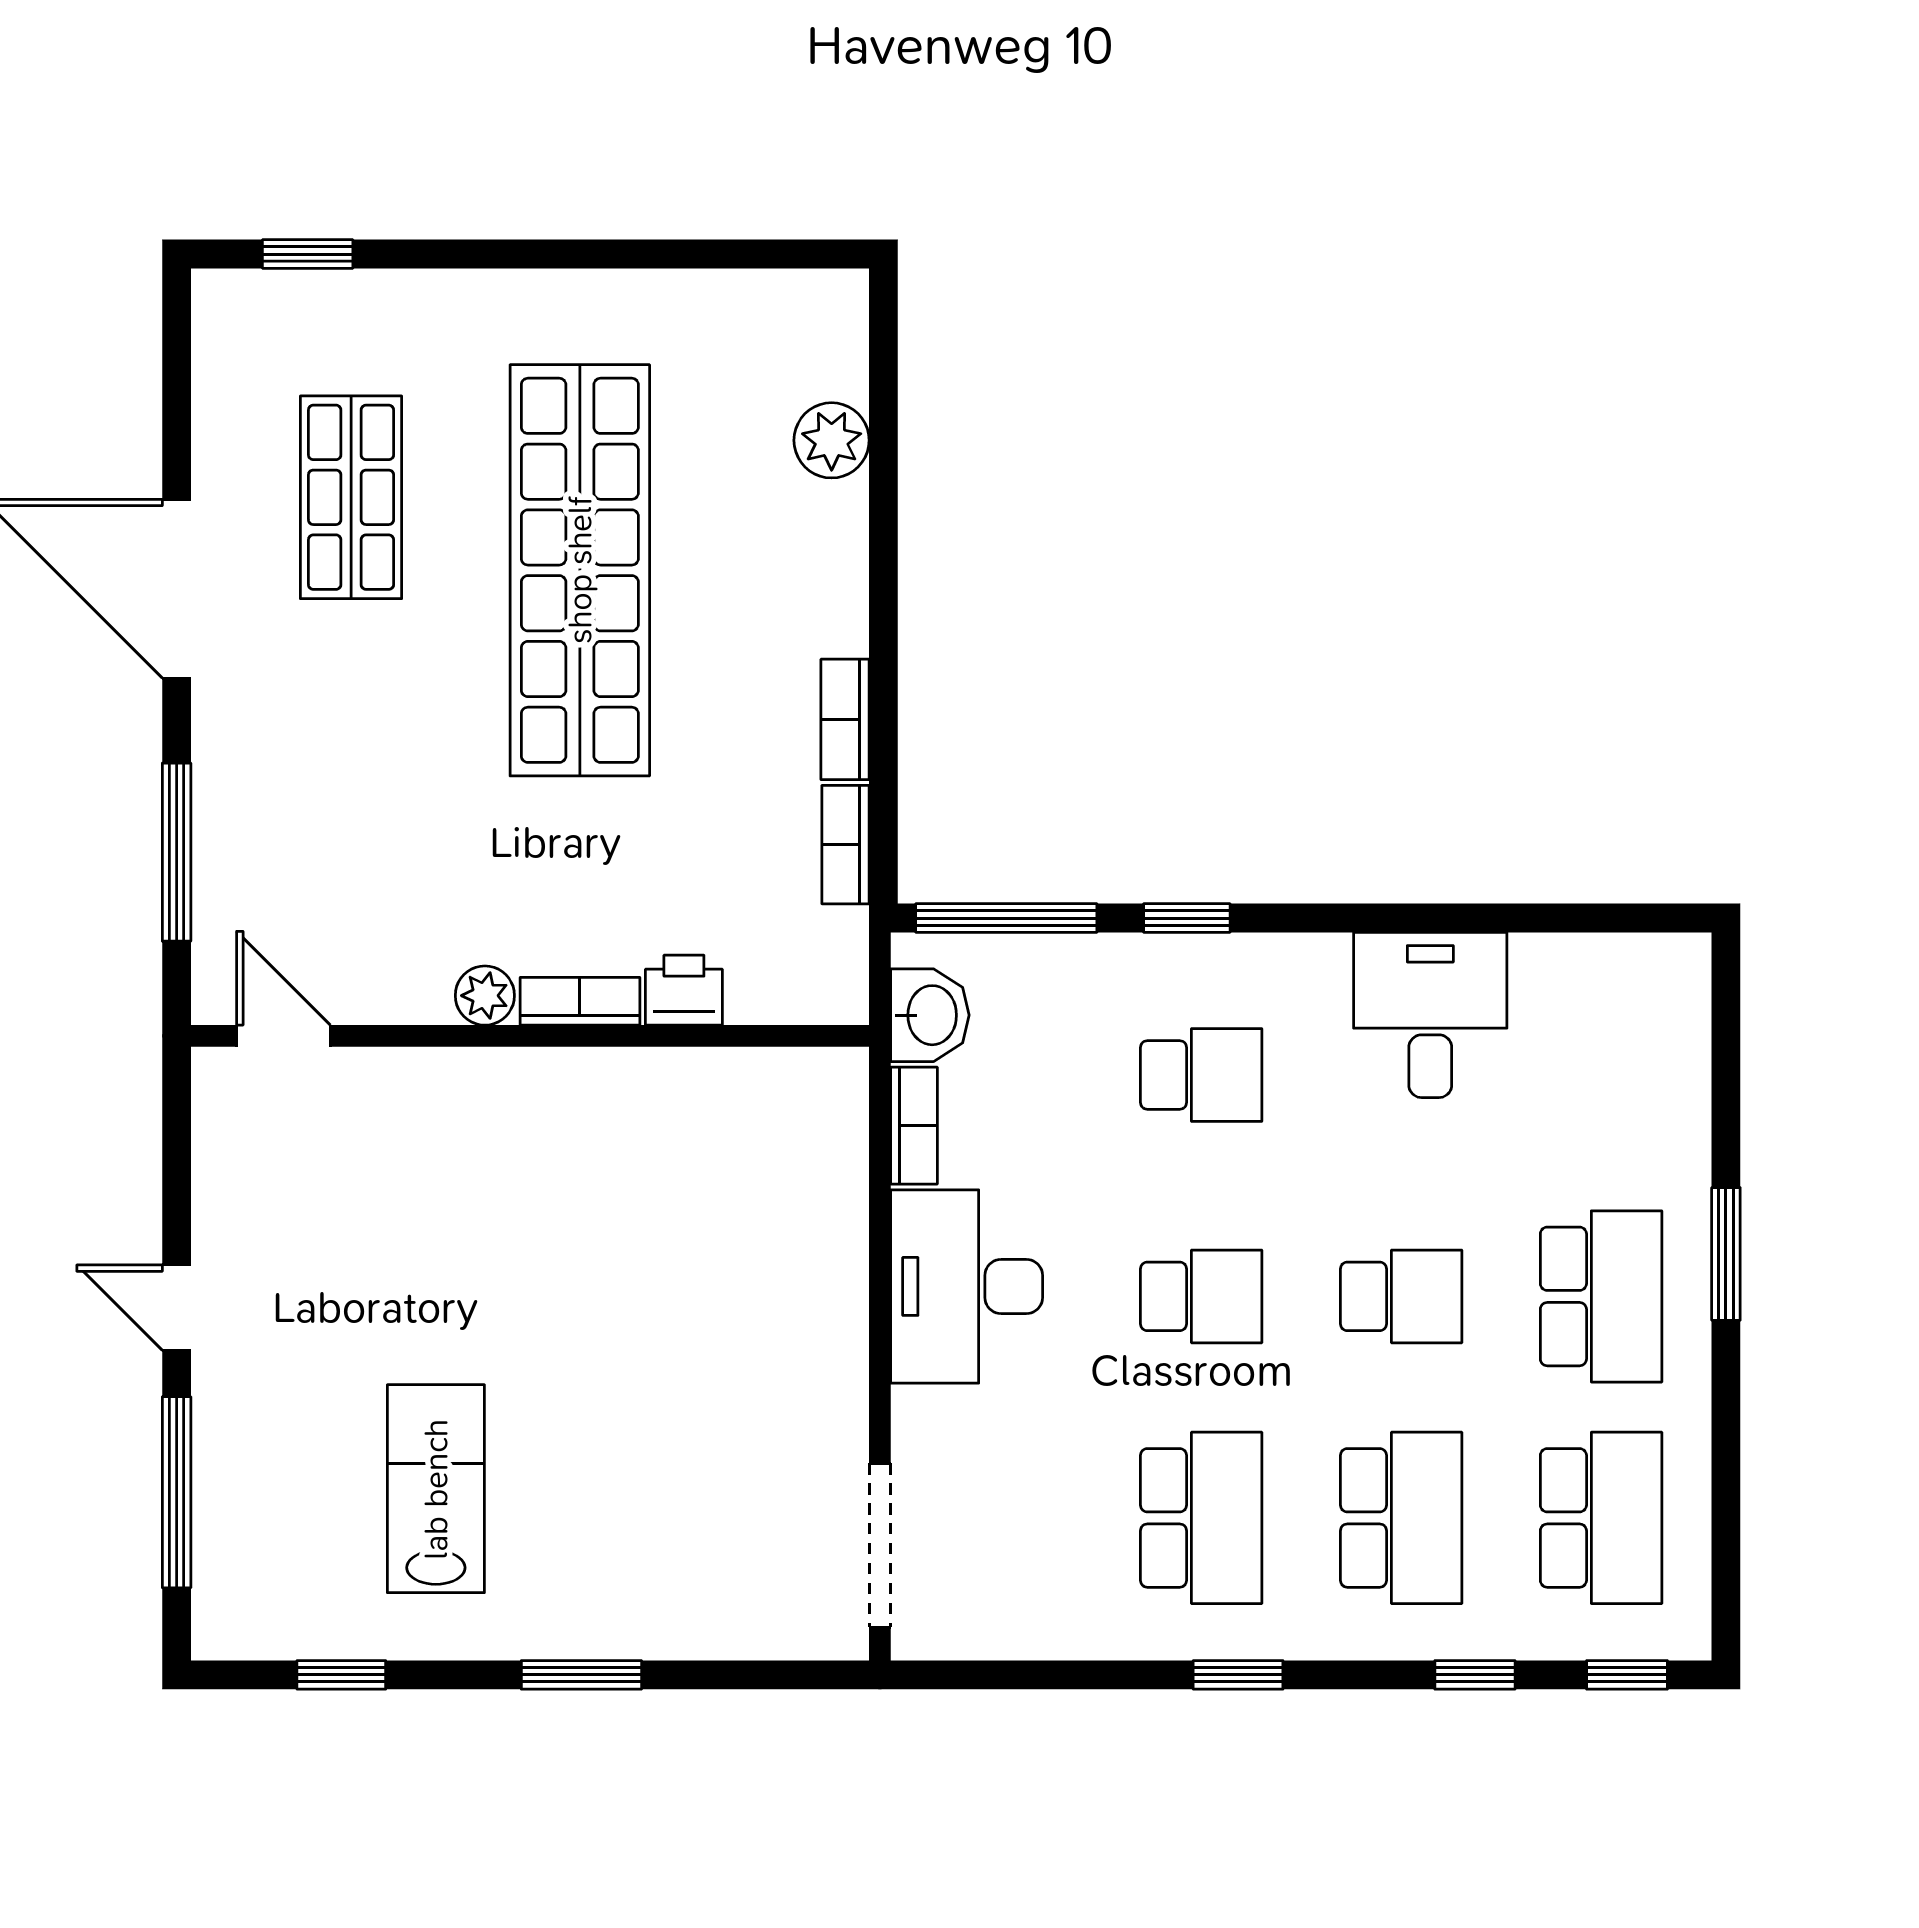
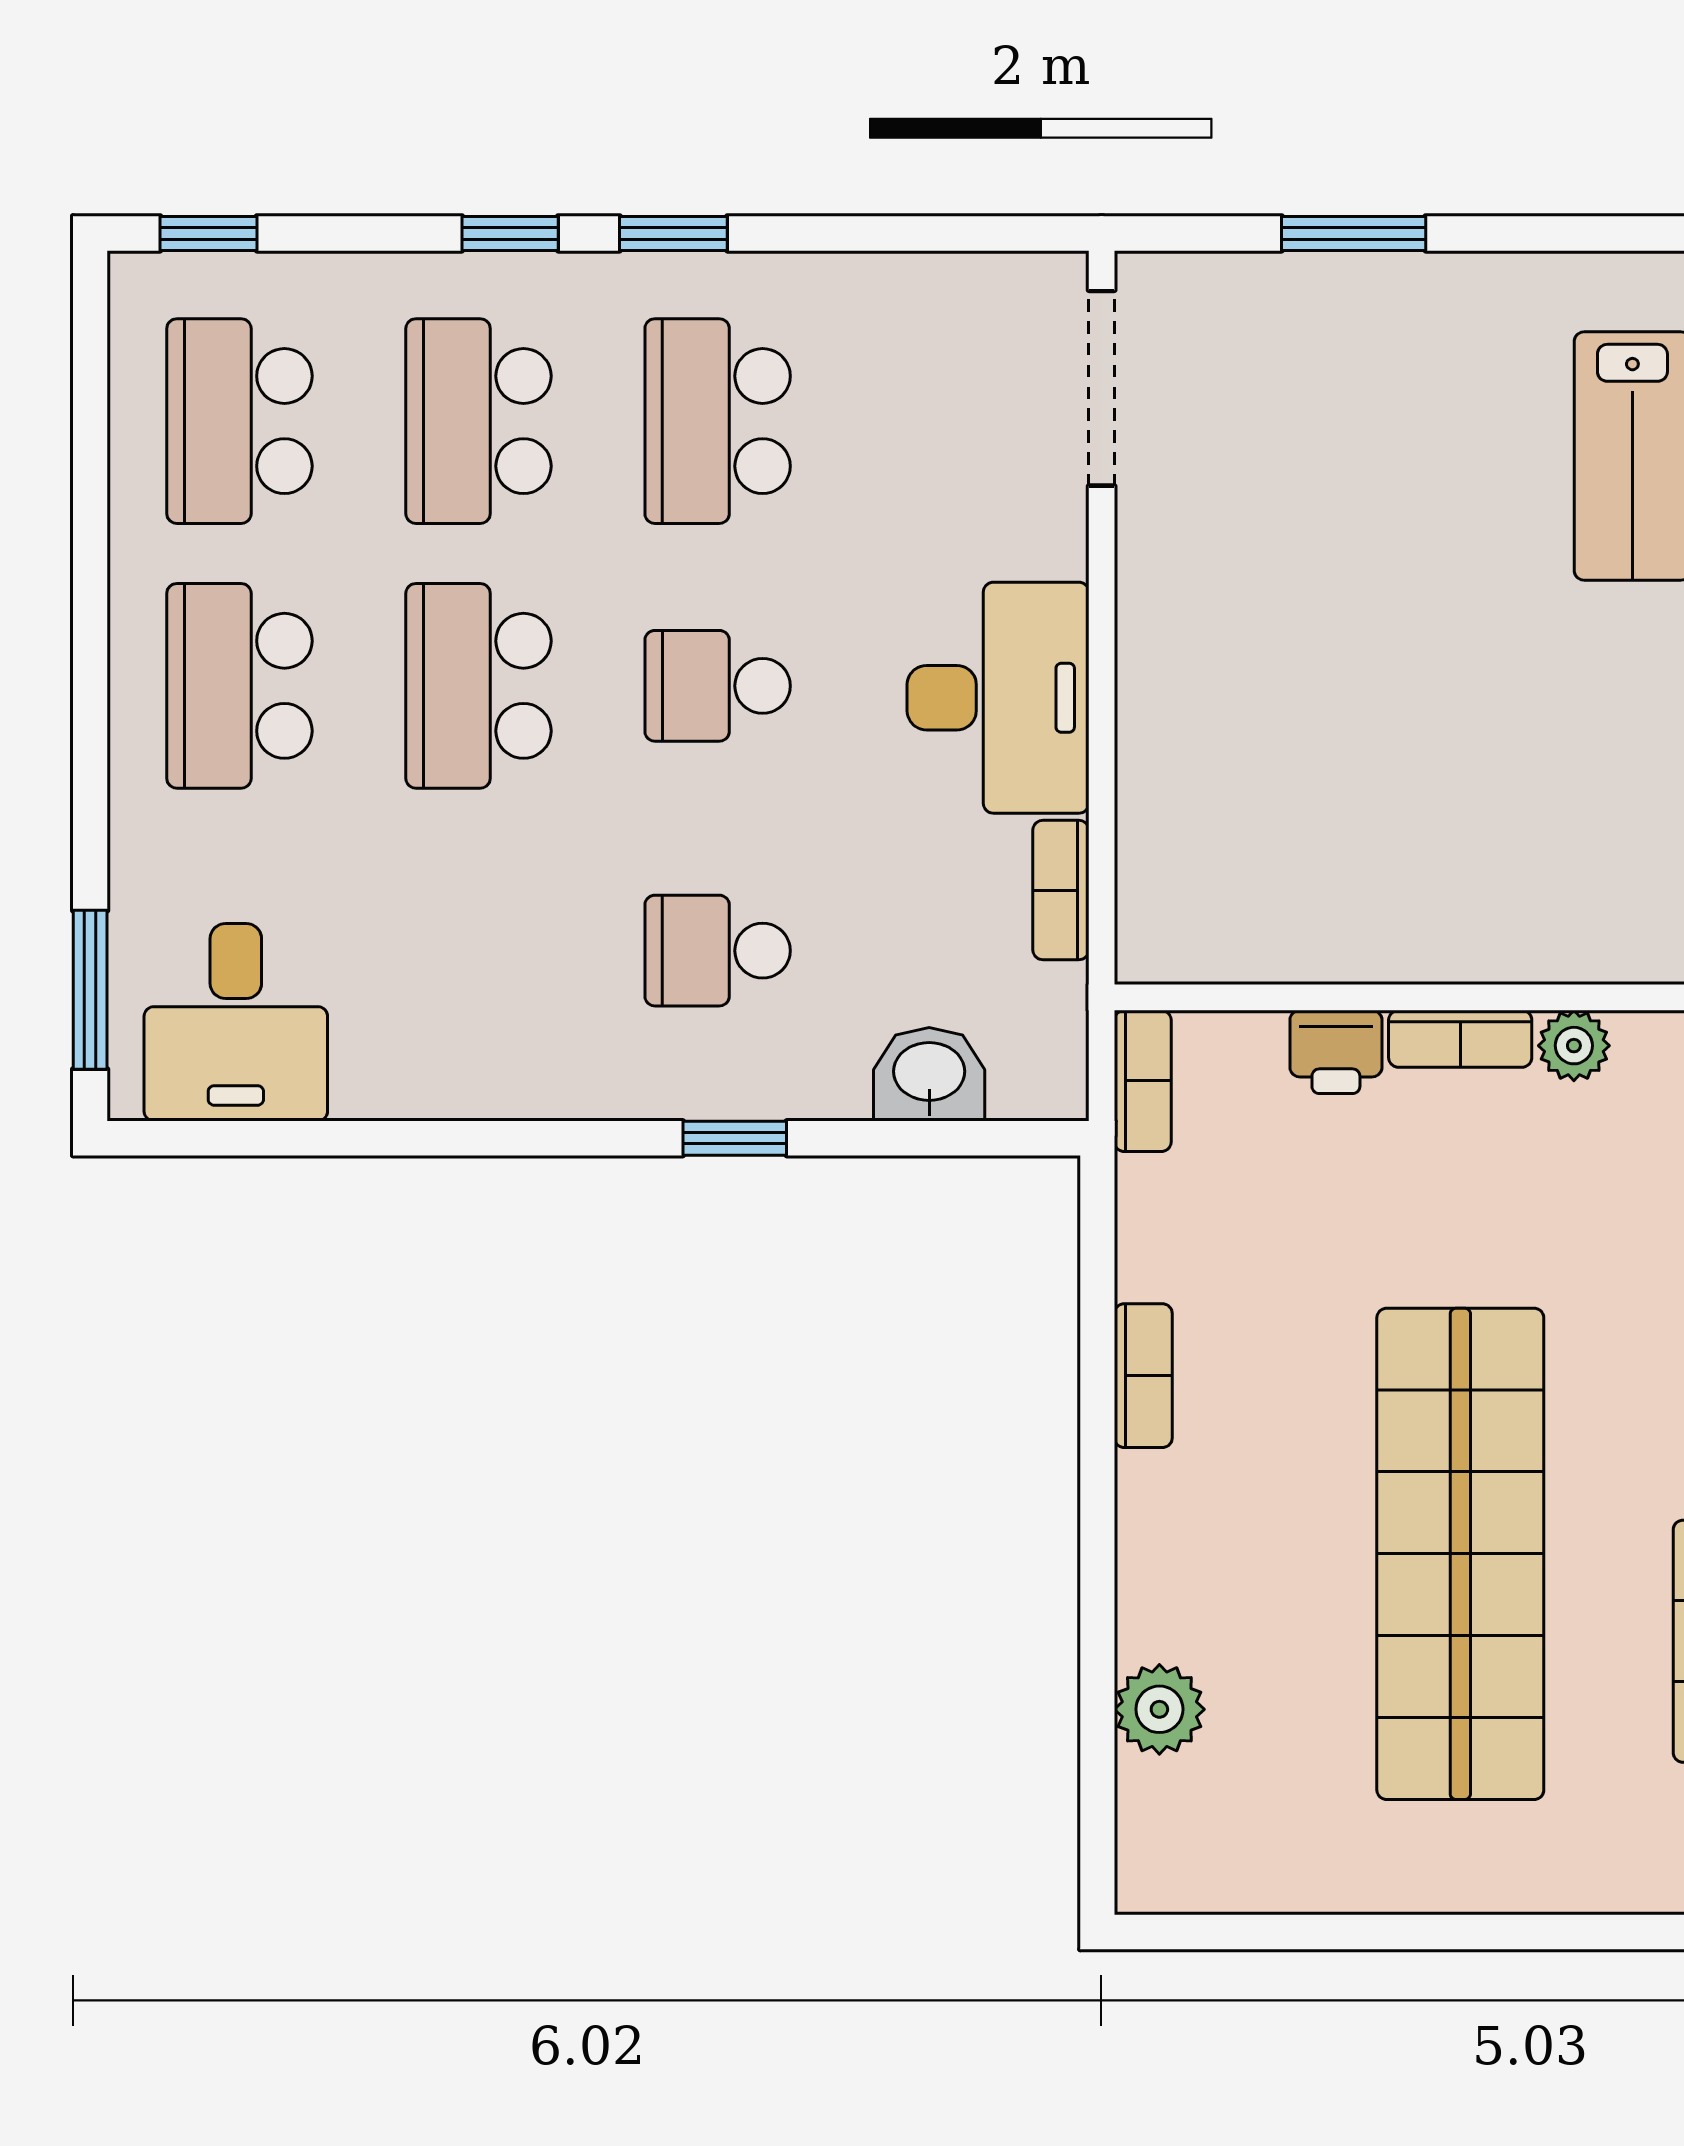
bookcase: (845, 845) -> (1143, 1081), moved
window: (1006, 918) -> (950, 1138), removed
washbasin: (930, 1015) -> (929, 1074), moved, turned 90
desk: (1430, 1015) -> (236, 1022), moved
window: (1726, 1254) -> (90, 990), moved
school desk: (1401, 1296) -> (479, 686), width x1.85
window: (581, 1675) -> (1354, 233), moved
window: (1475, 1675) -> (510, 233), moved

